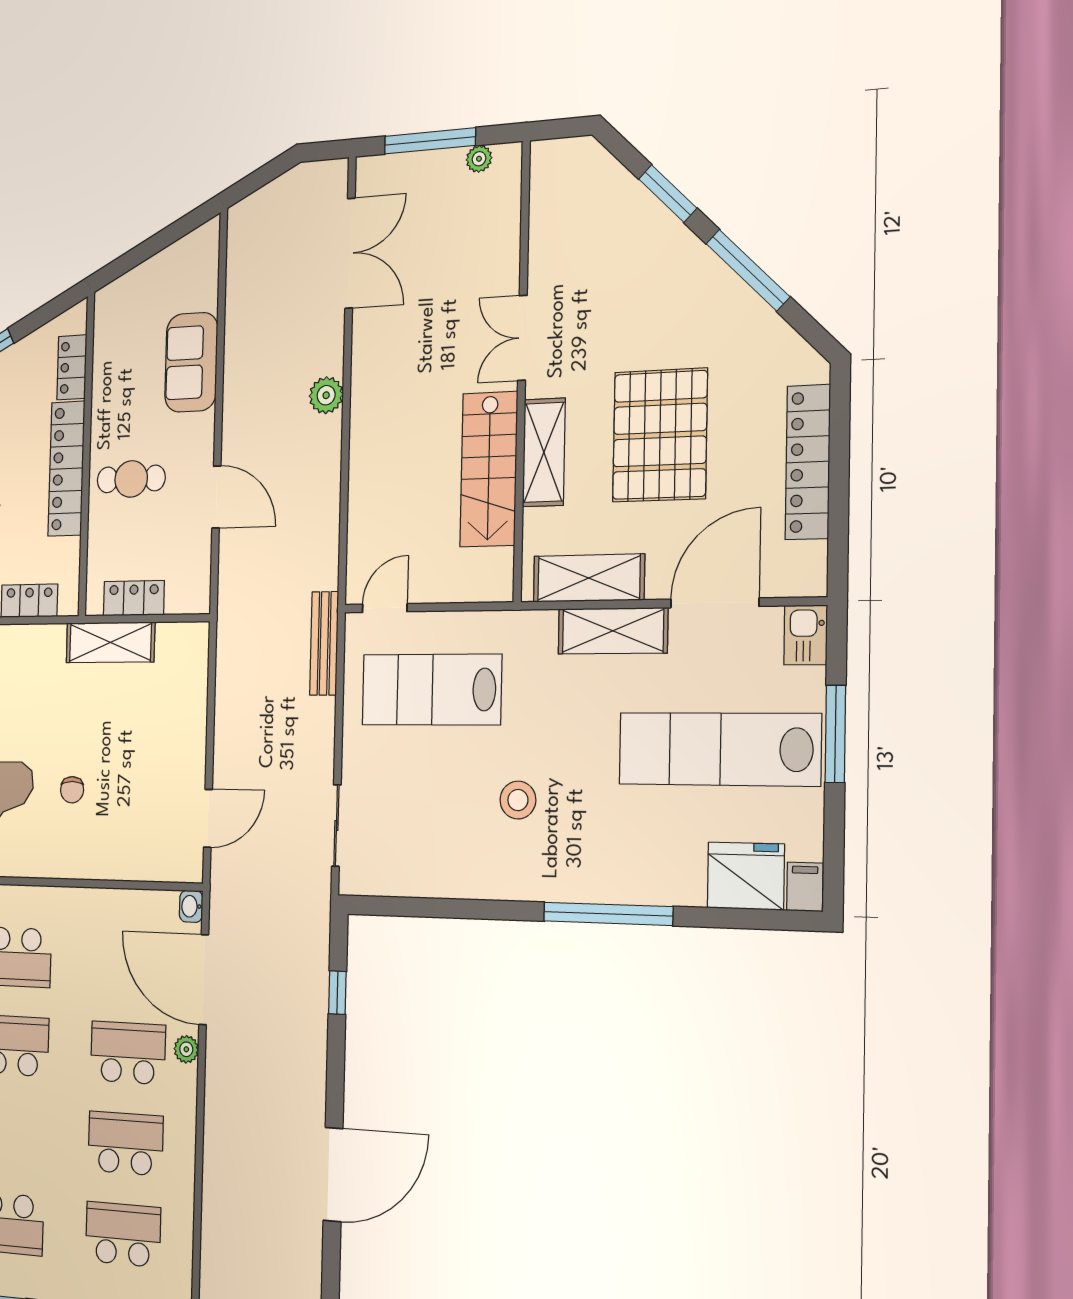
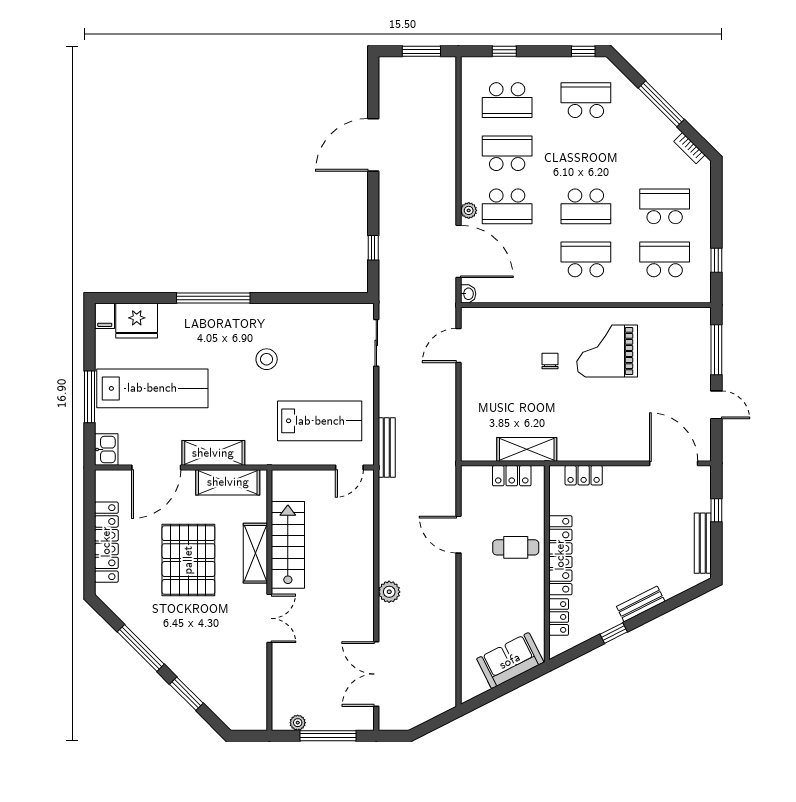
sofa: (191, 362) -> (510, 661), moved, turned -117
school desk: (125, 1143) -> (507, 153), turned 180

